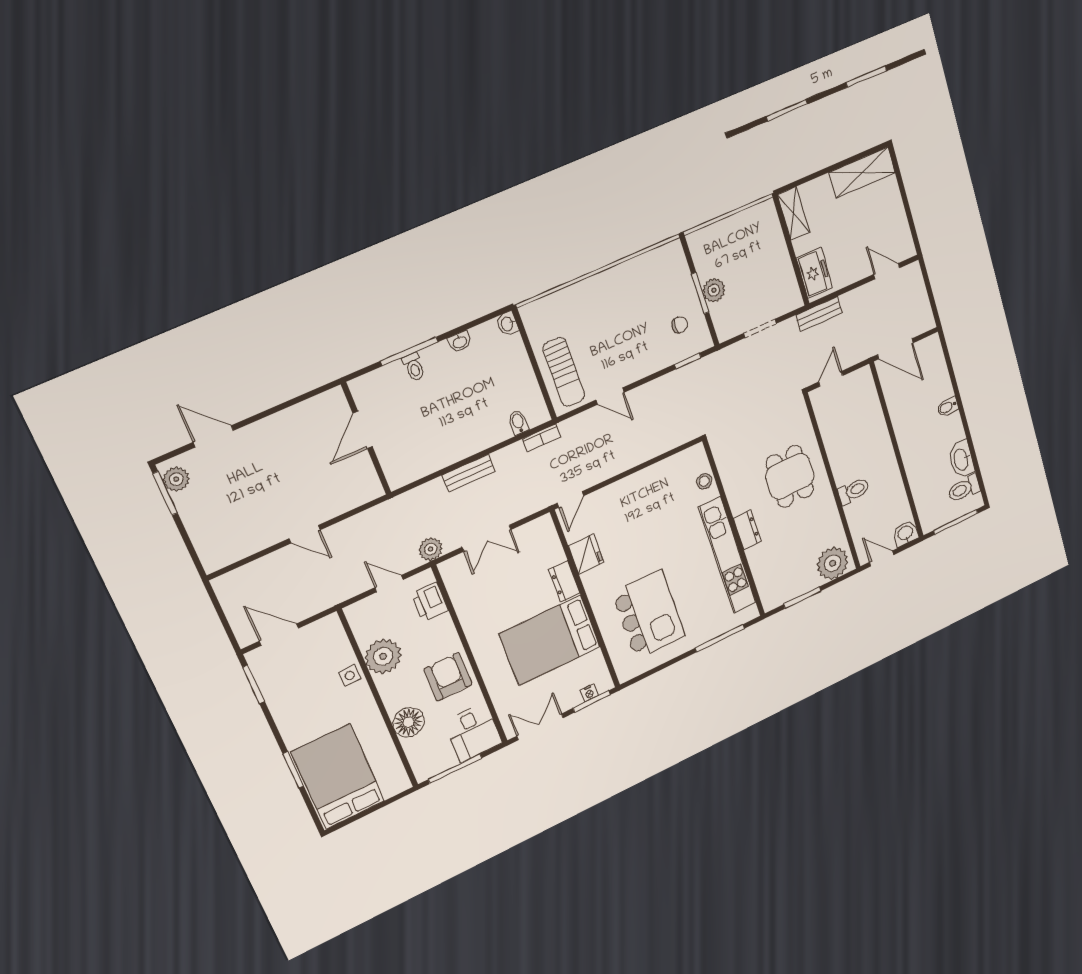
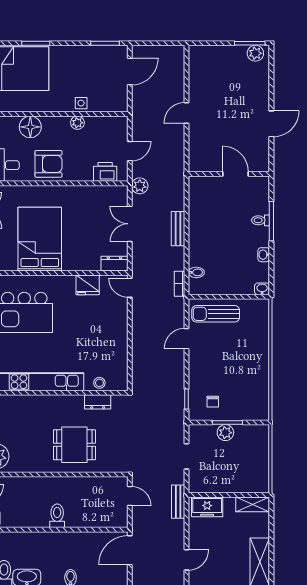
door: (213, 436) -> (271, 124), moved
toilet: (854, 491) -> (57, 516), moved, turned 180
dresser: (747, 530) -> (98, 402), moved
dresser: (564, 581) -> (114, 264), moved
plant: (383, 656) -> (77, 123), width x0.53, depth x0.53

